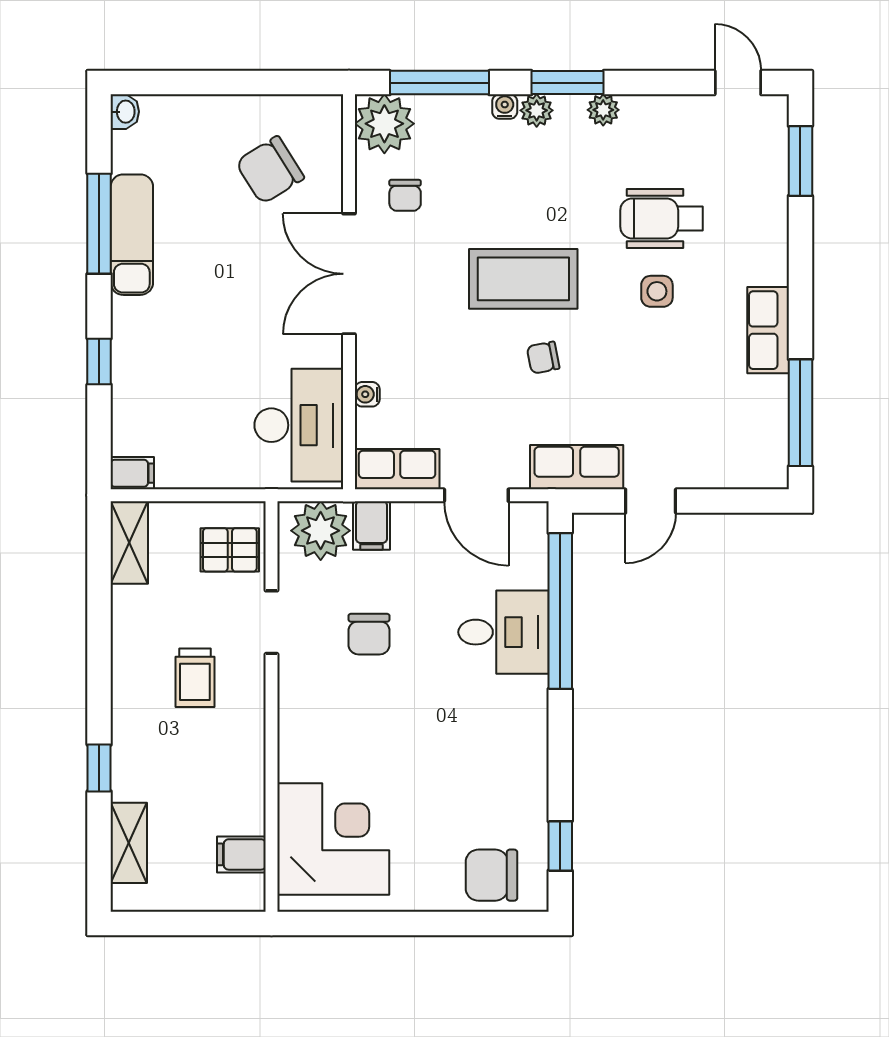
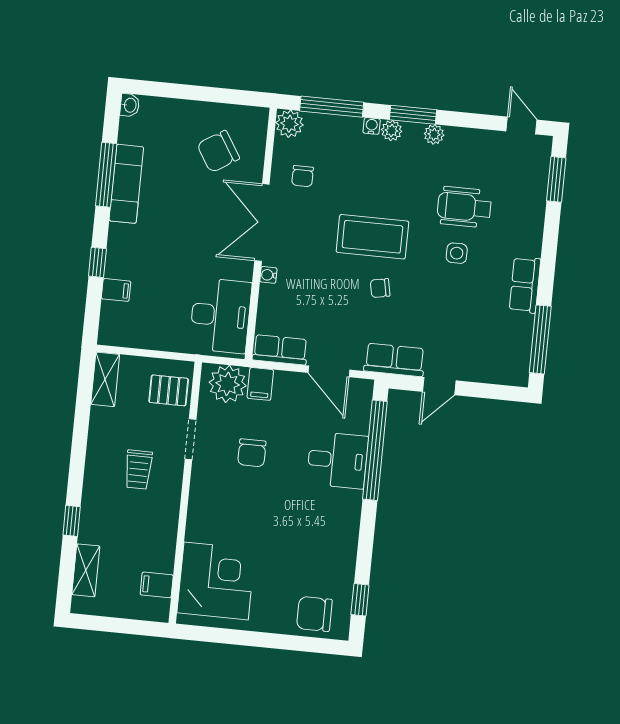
plant: (384, 124) -> (289, 124), width x0.73, depth x0.73
water cooler: (367, 394) -> (268, 275), moved
filing cabinet: (132, 473) -> (116, 290), moved

